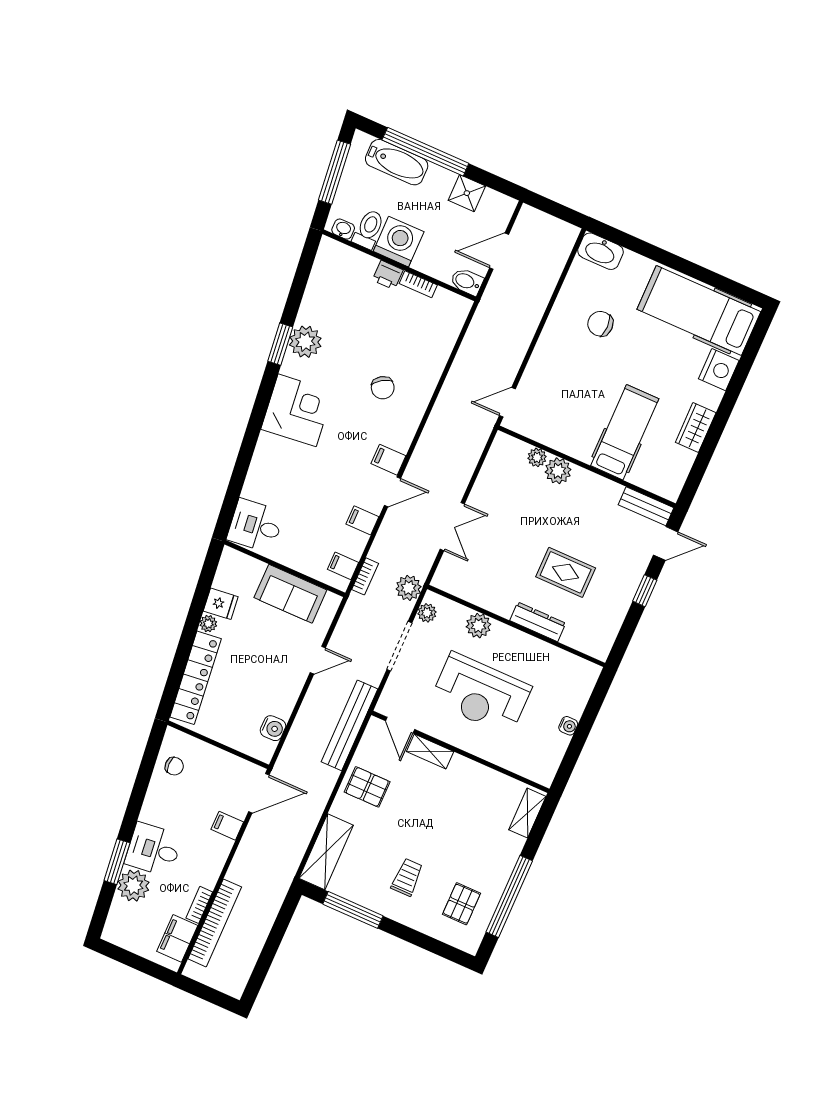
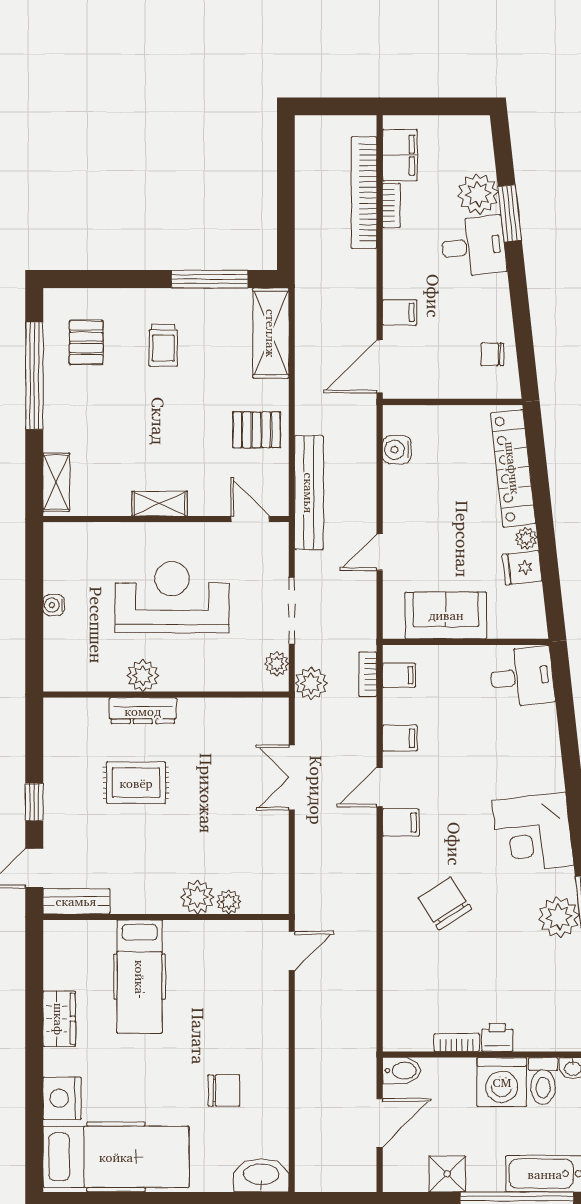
chair: (383, 388) -> (445, 903), width x1.37, depth x1.37
plant: (478, 626) -> (143, 676), moved
shelving: (430, 752) -> (160, 504), moved

